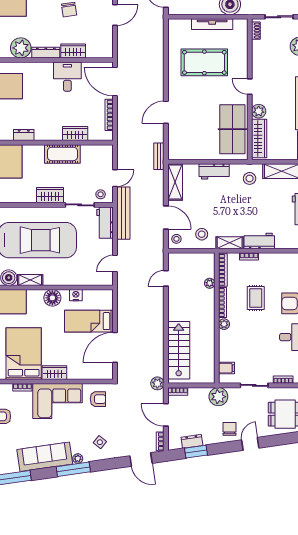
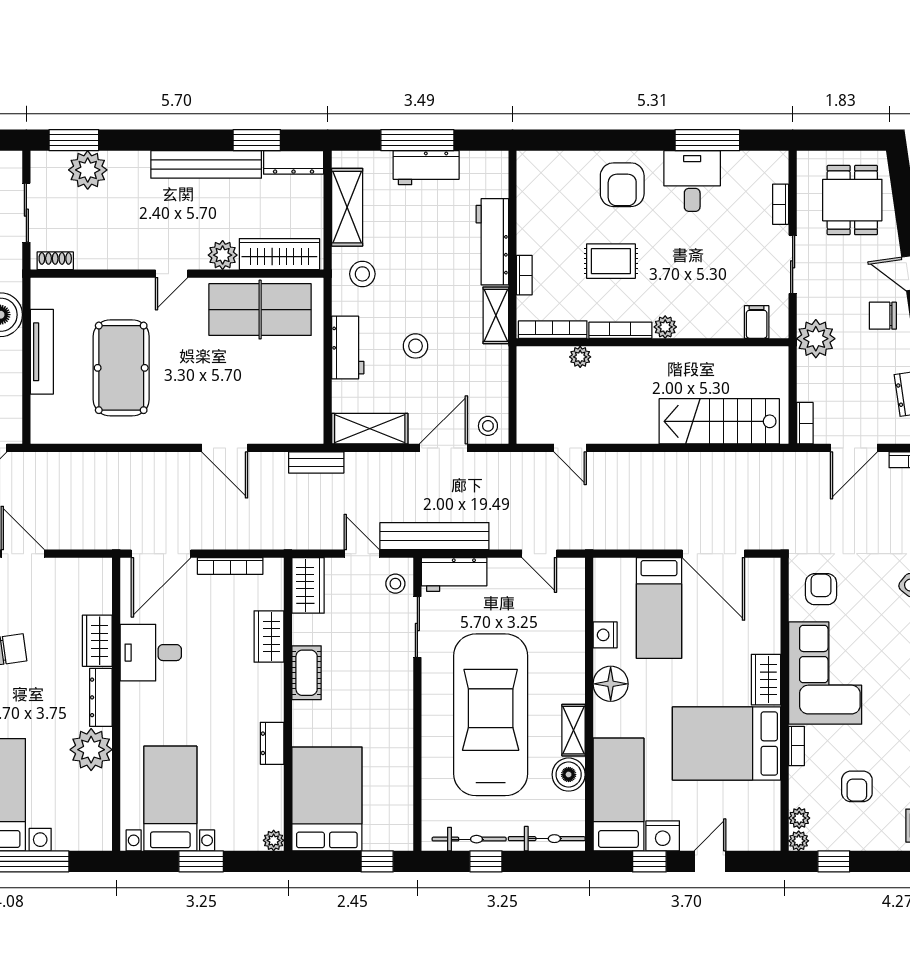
cot: (62, 154) -> (307, 673), width x0.73, depth x0.75
wardrobe: (50, 195) -> (308, 585), moved, turned 180
stool: (202, 234) -> (416, 346), moved
workbench: (259, 241) -> (492, 242), width x1.38
plant: (157, 383) -> (788, 466), removed

